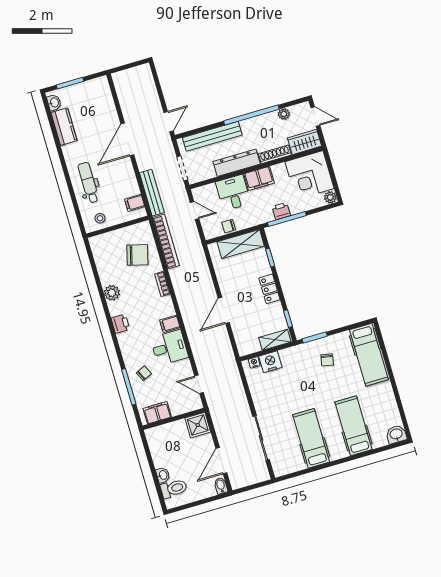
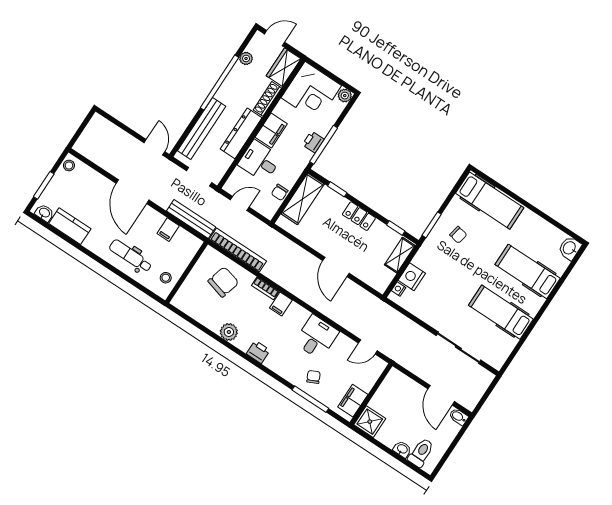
stool: (99, 84) -> (69, 165), added
filing cabinet: (135, 203) -> (168, 230), moved
filing cabinet: (170, 324) -> (281, 304), moved
shower: (198, 425) -> (370, 422), moved

